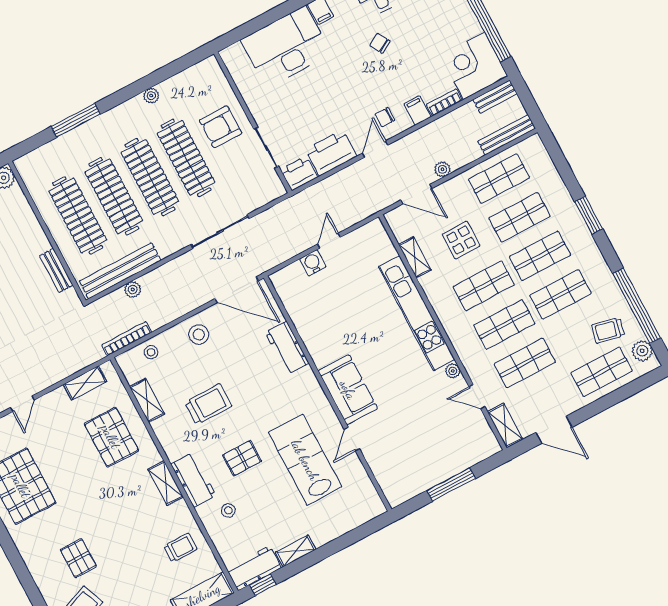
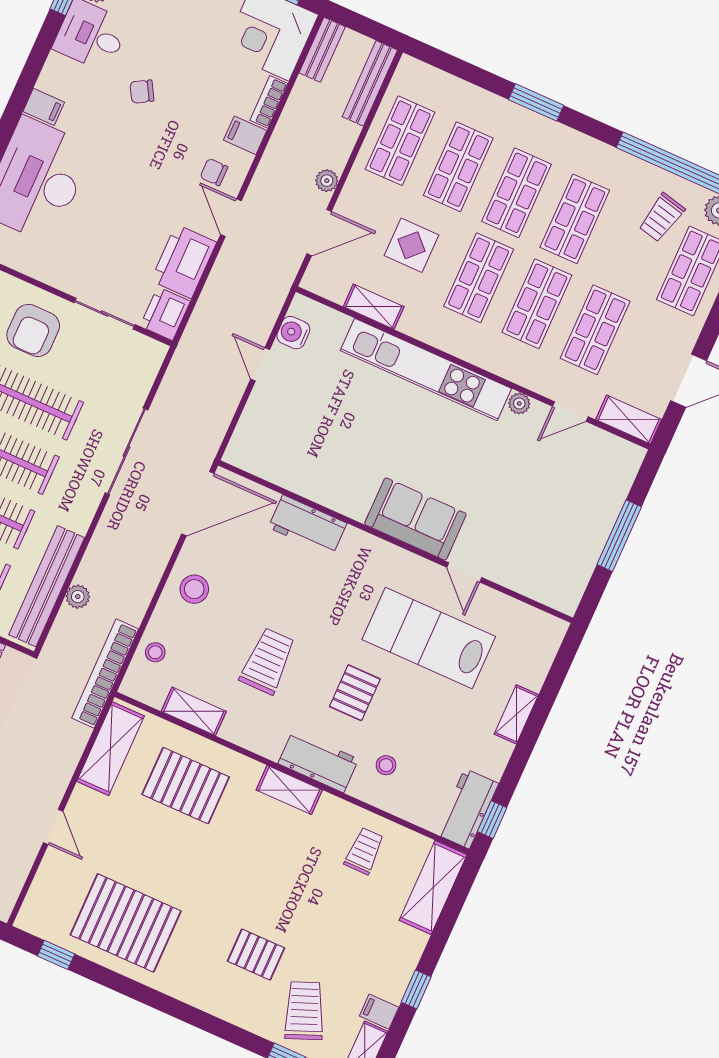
chair: (385, 117) -> (214, 172), turned 90
water cooler: (313, 263) -> (293, 333), moved
bookcase: (127, 339) -> (105, 674), width x1.48, depth x1.31
shelving: (85, 383) -> (111, 749), width x1.50, depth x1.33
shelving: (296, 551) -> (516, 714), moved

